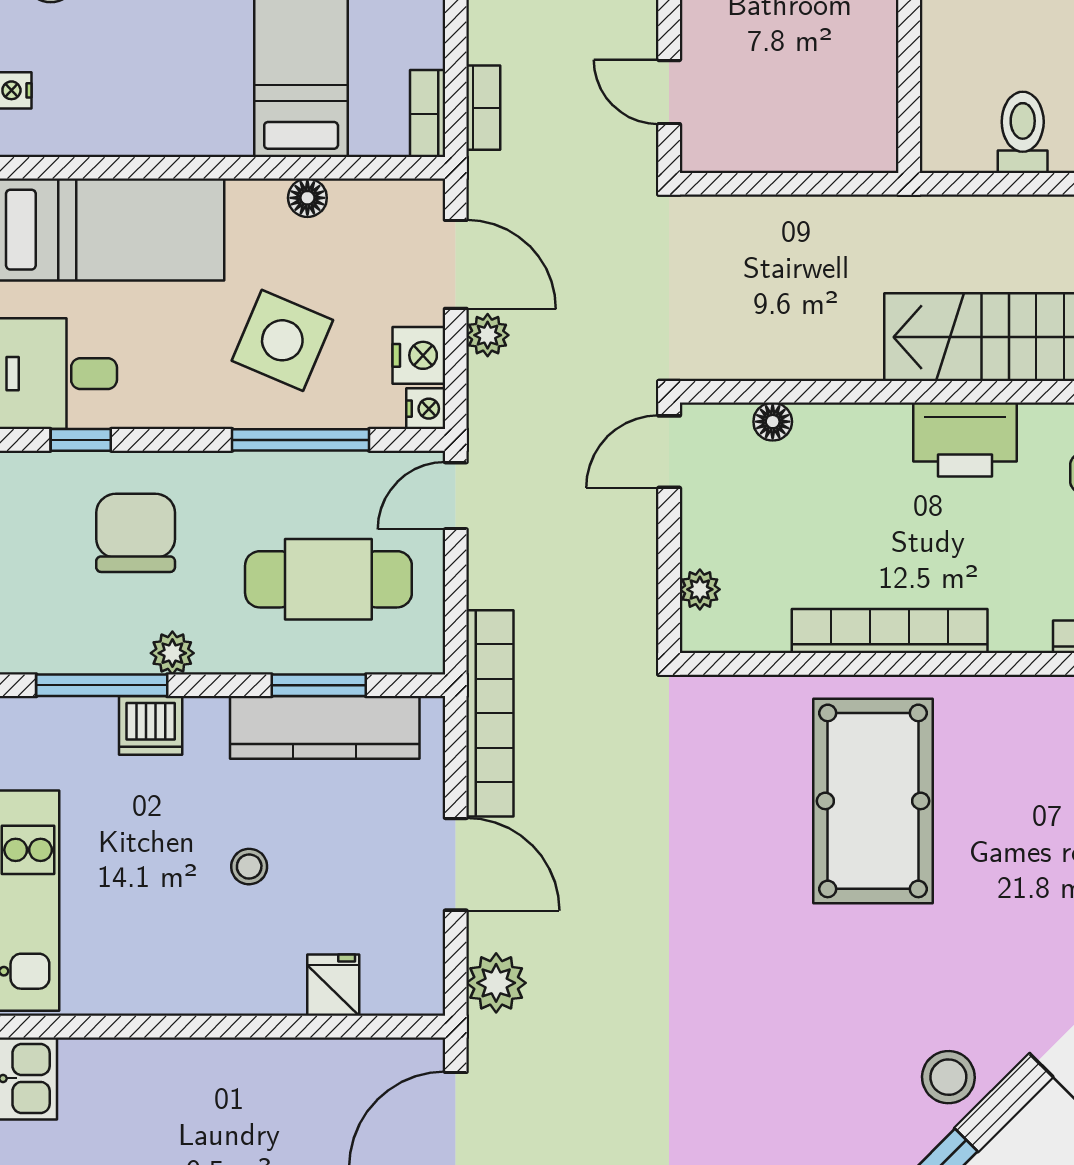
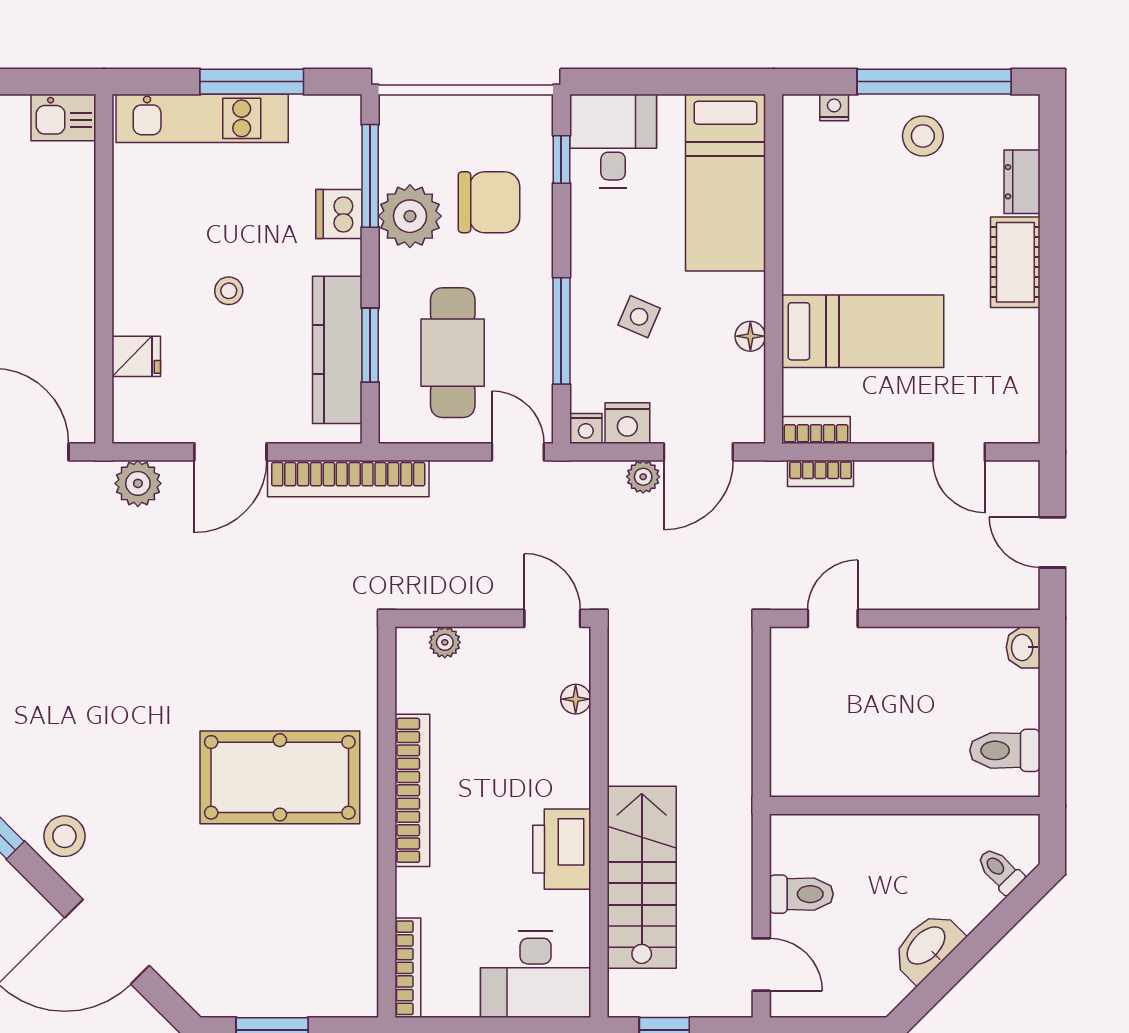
side table: (282, 340) -> (639, 317), width x0.54, depth x0.54
plant: (172, 653) -> (410, 216), width x1.88, depth x1.88

